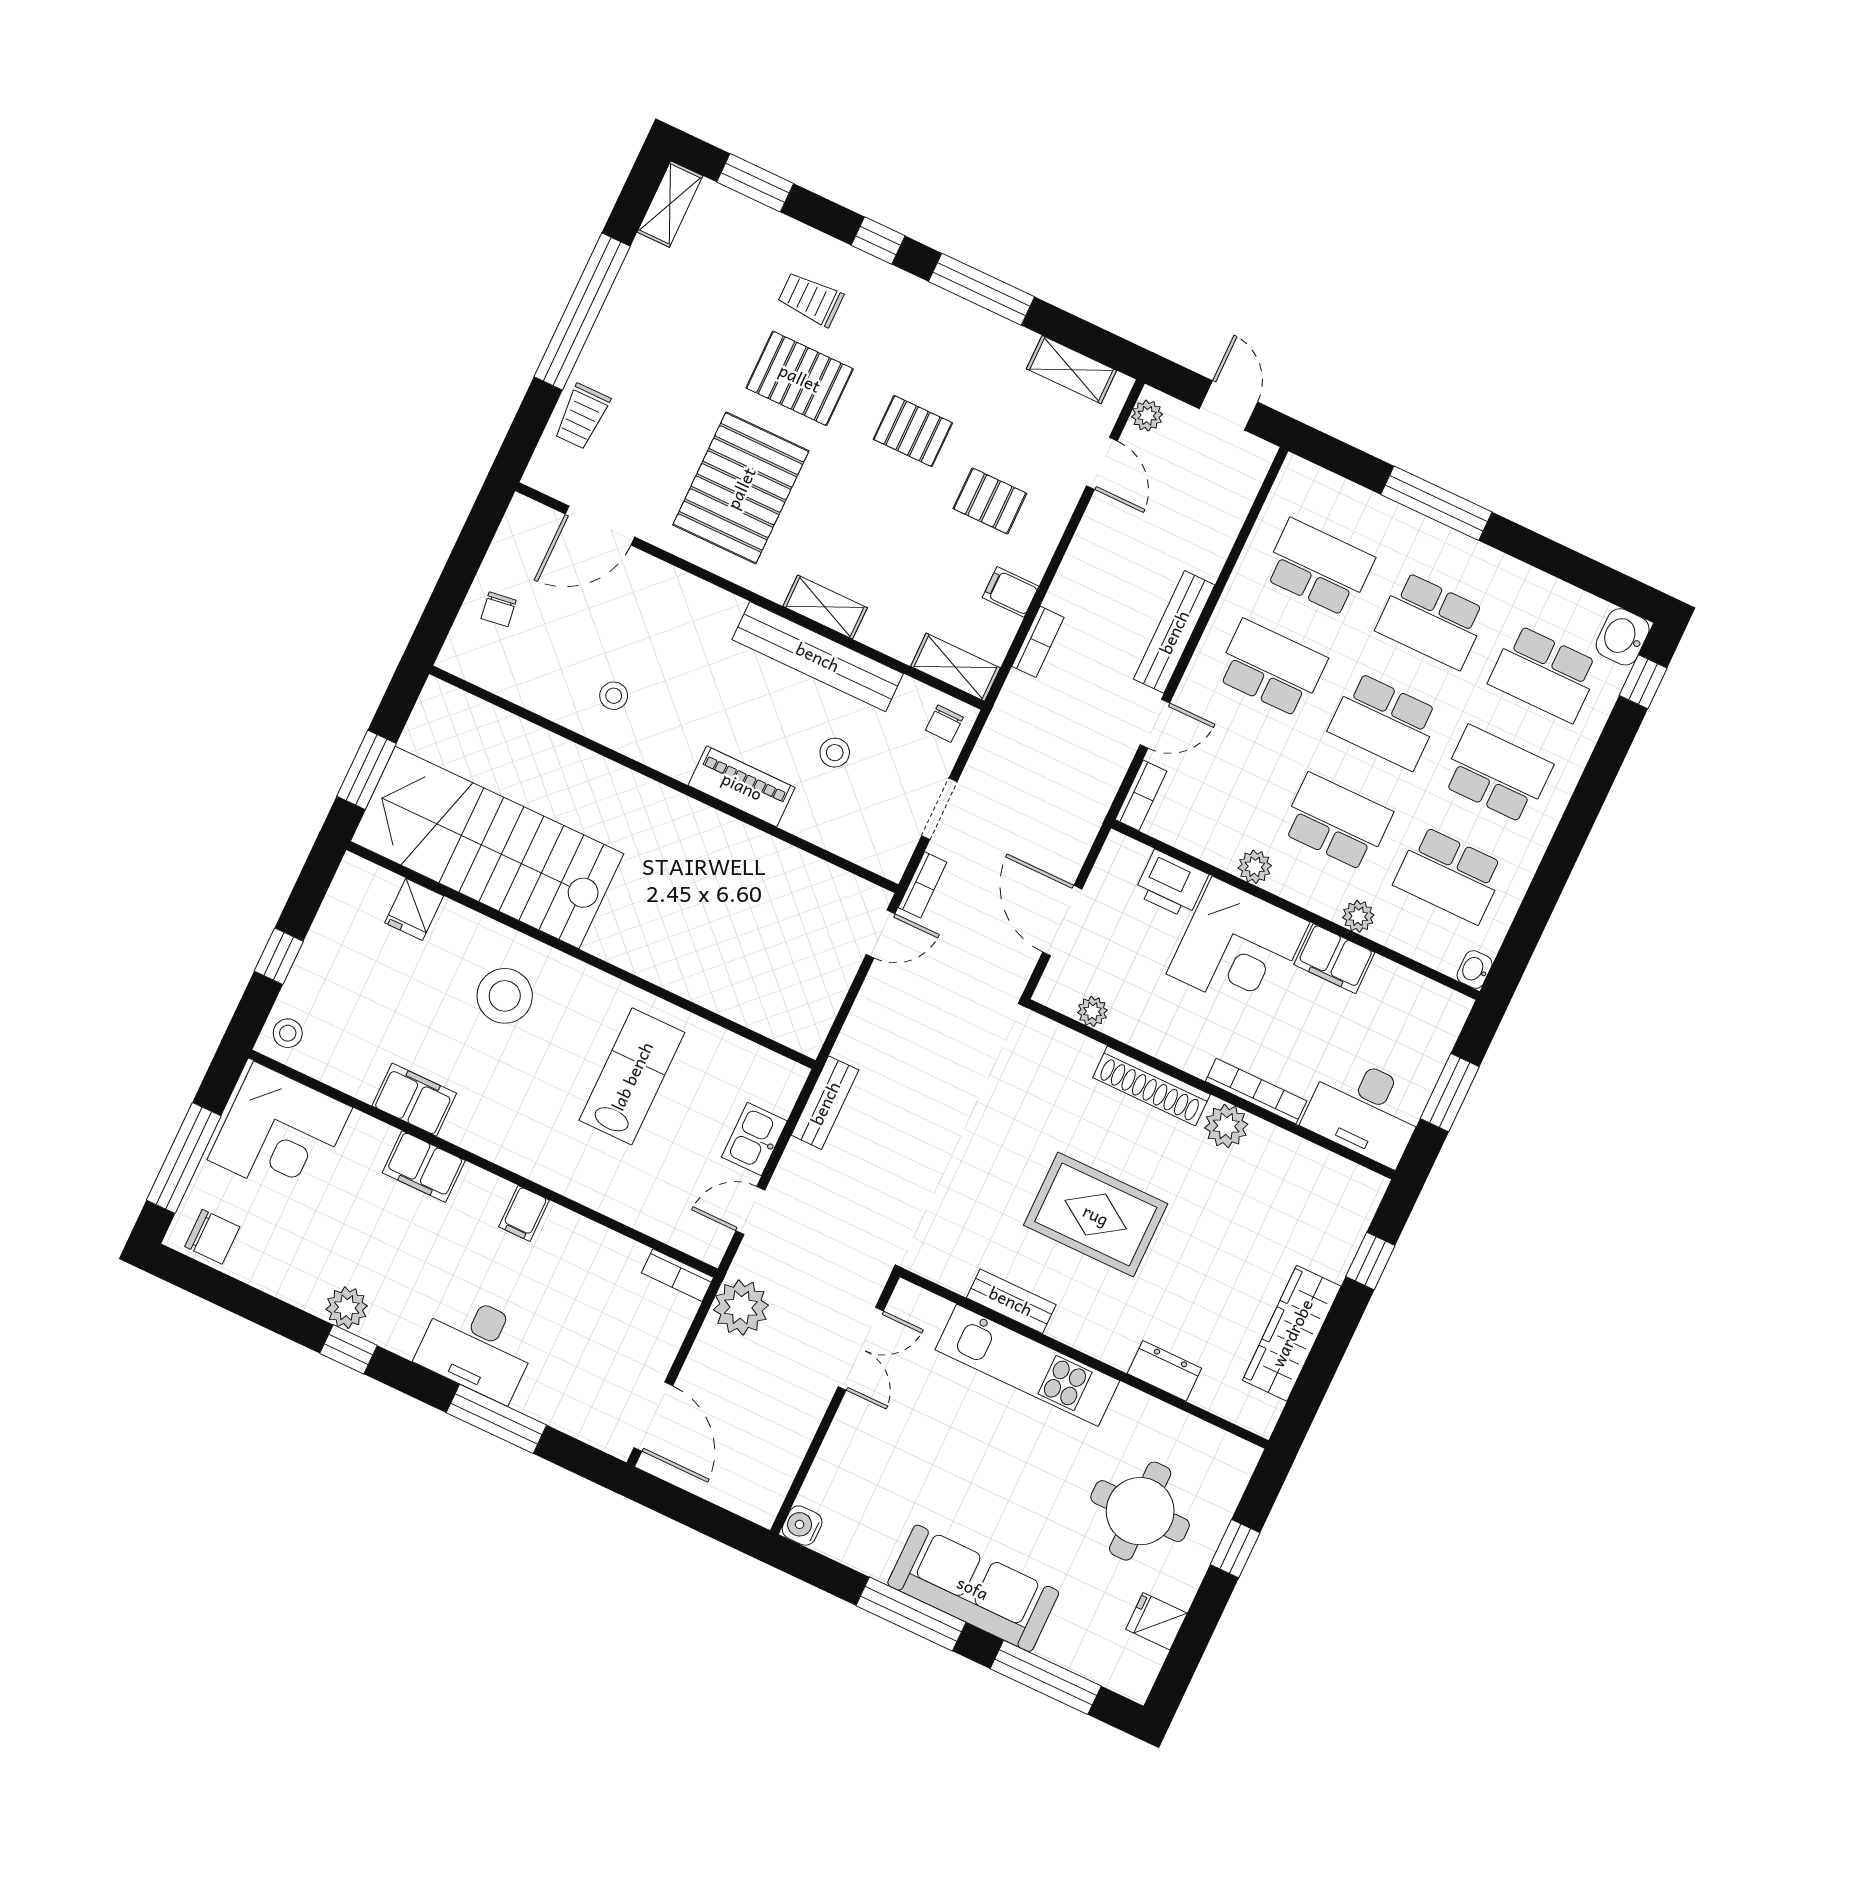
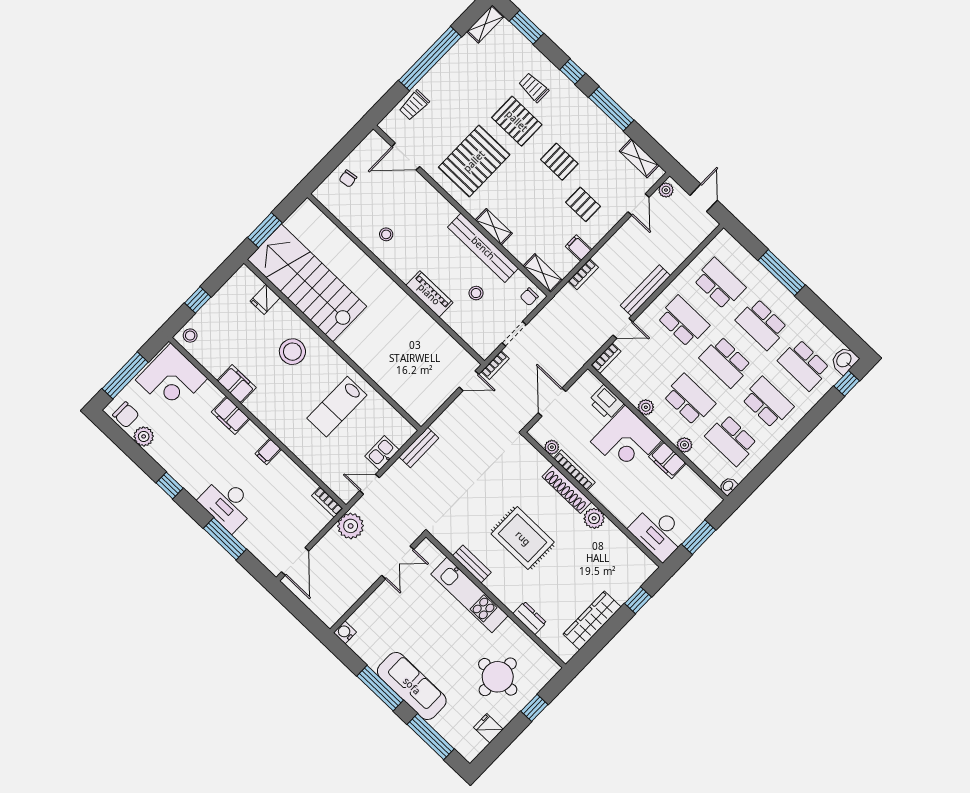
lab bench: (632, 1076) -> (337, 407), turned 180
bookcase: (1256, 1091) -> (574, 470), moved
plant: (347, 1308) -> (144, 436), moved

